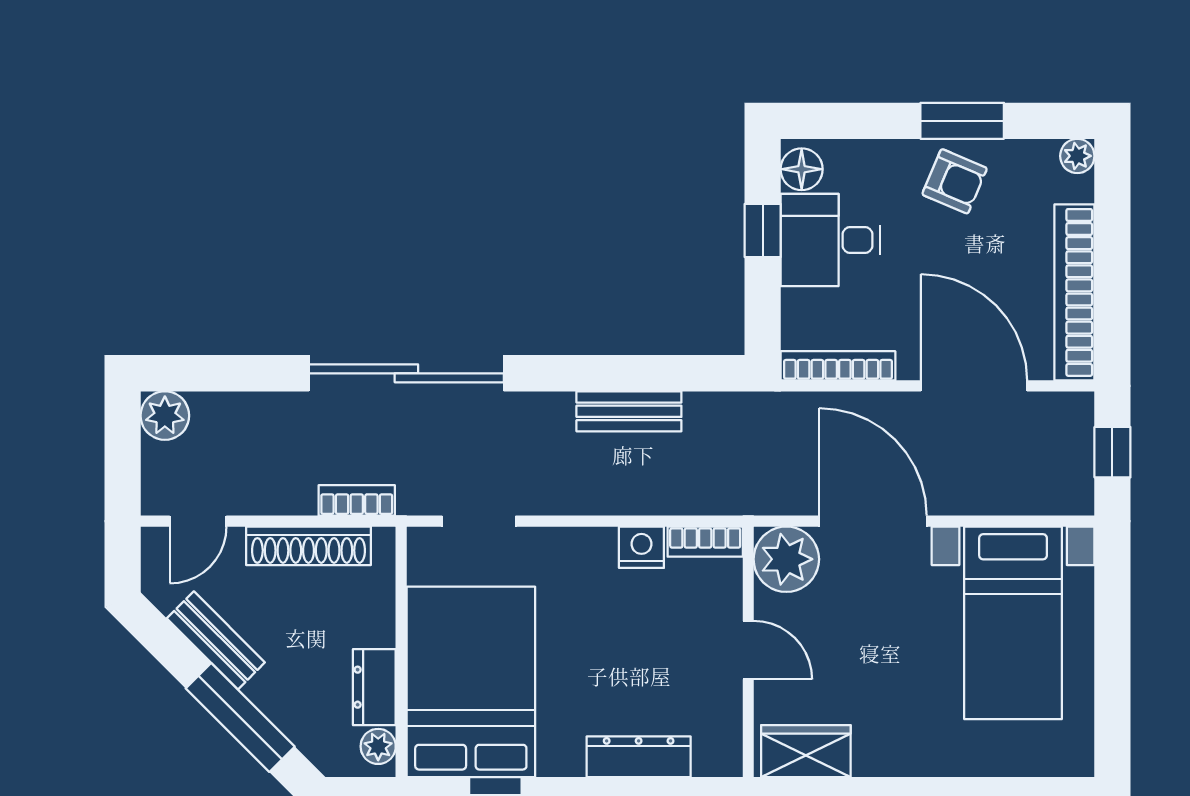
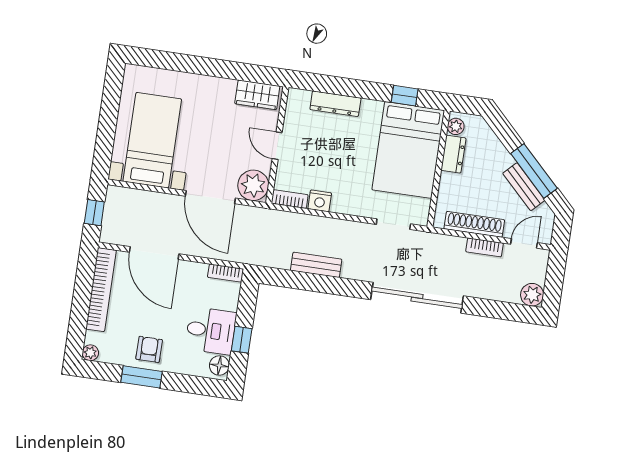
armchair: (955, 181) -> (149, 349), turned 67
bookcase: (838, 366) -> (226, 273), width x0.64
bookcase: (357, 500) -> (484, 247), moved
window: (240, 718) -> (534, 171), moved

